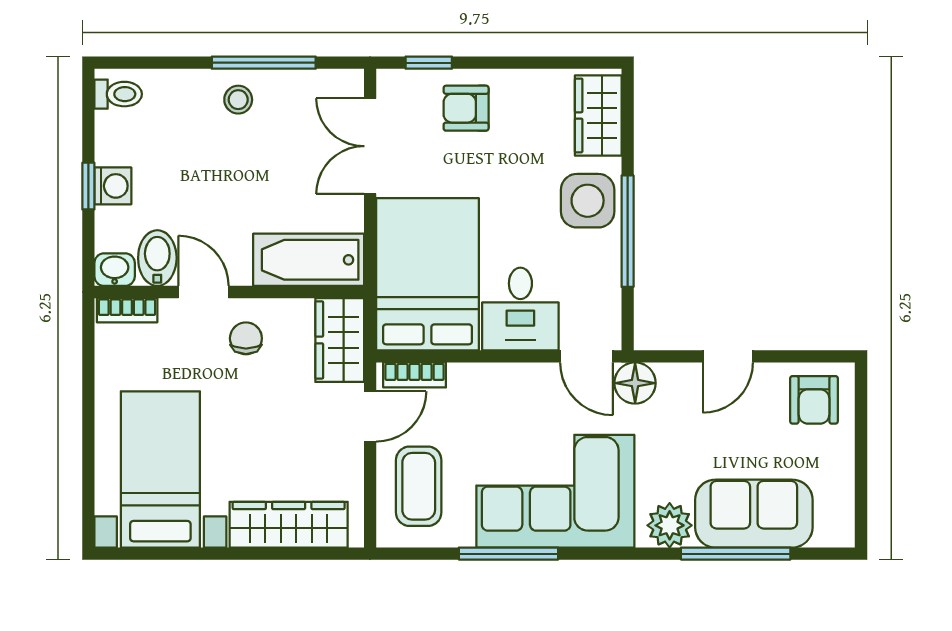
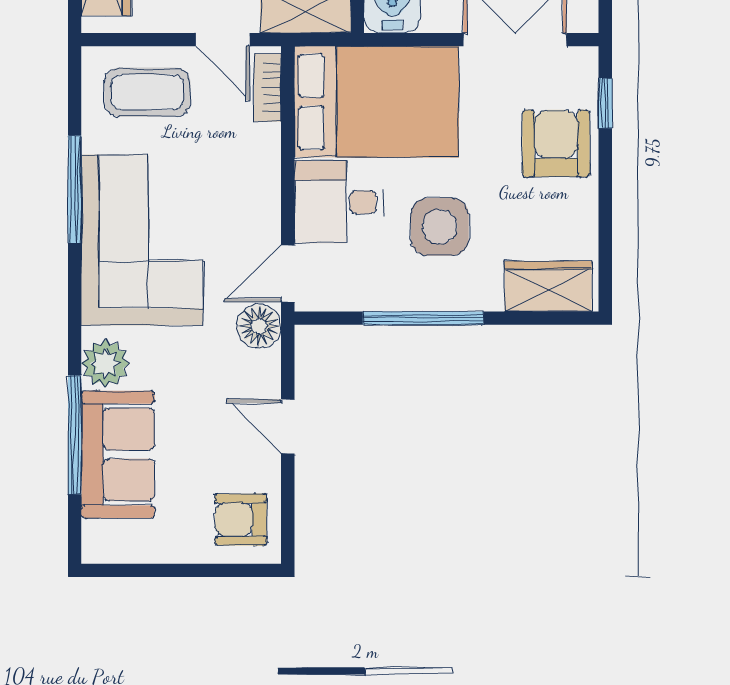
armchair: (466, 108) -> (556, 143), width x1.38, depth x1.38
side table: (588, 201) -> (440, 227), moved

